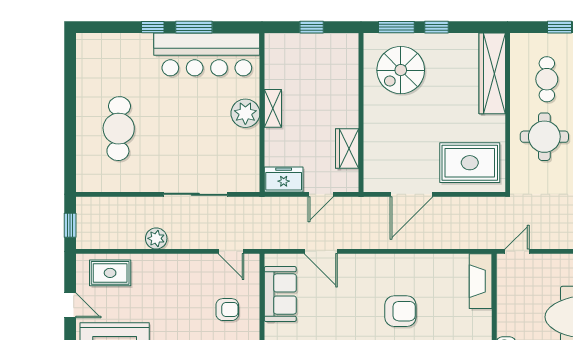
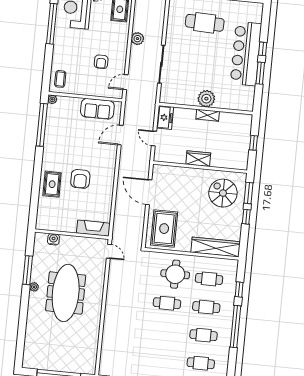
bar counter: (207, 54) -> (246, 54), moved
wardrobe: (347, 148) -> (198, 159), moved
armchair: (227, 310) -> (101, 62), moved

